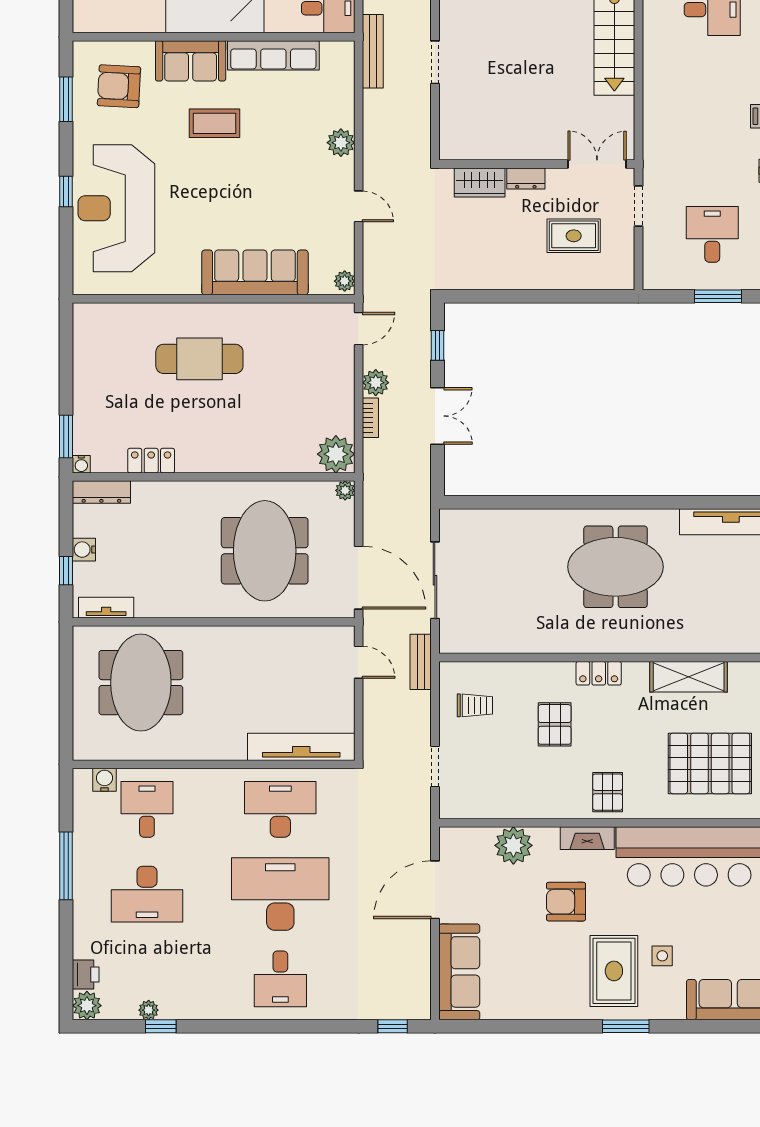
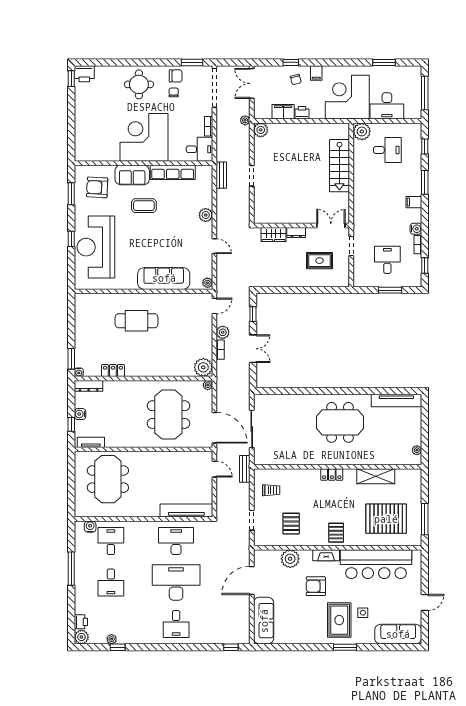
bench: (373, 51) -> (221, 175), width x0.73
pallet: (555, 724) -> (291, 524), moved
desk: (147, 894) -> (111, 582), width x0.73

